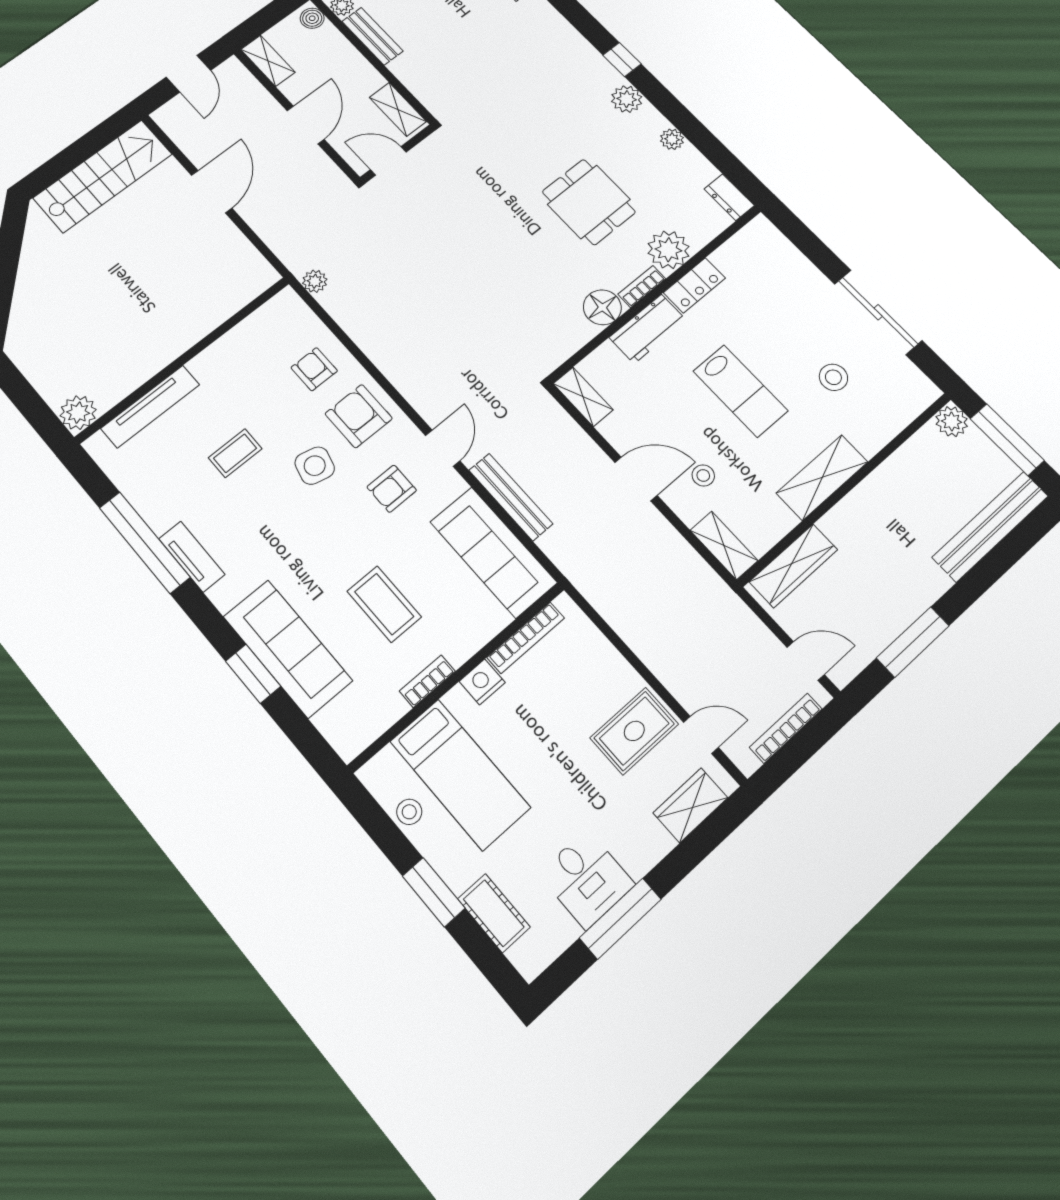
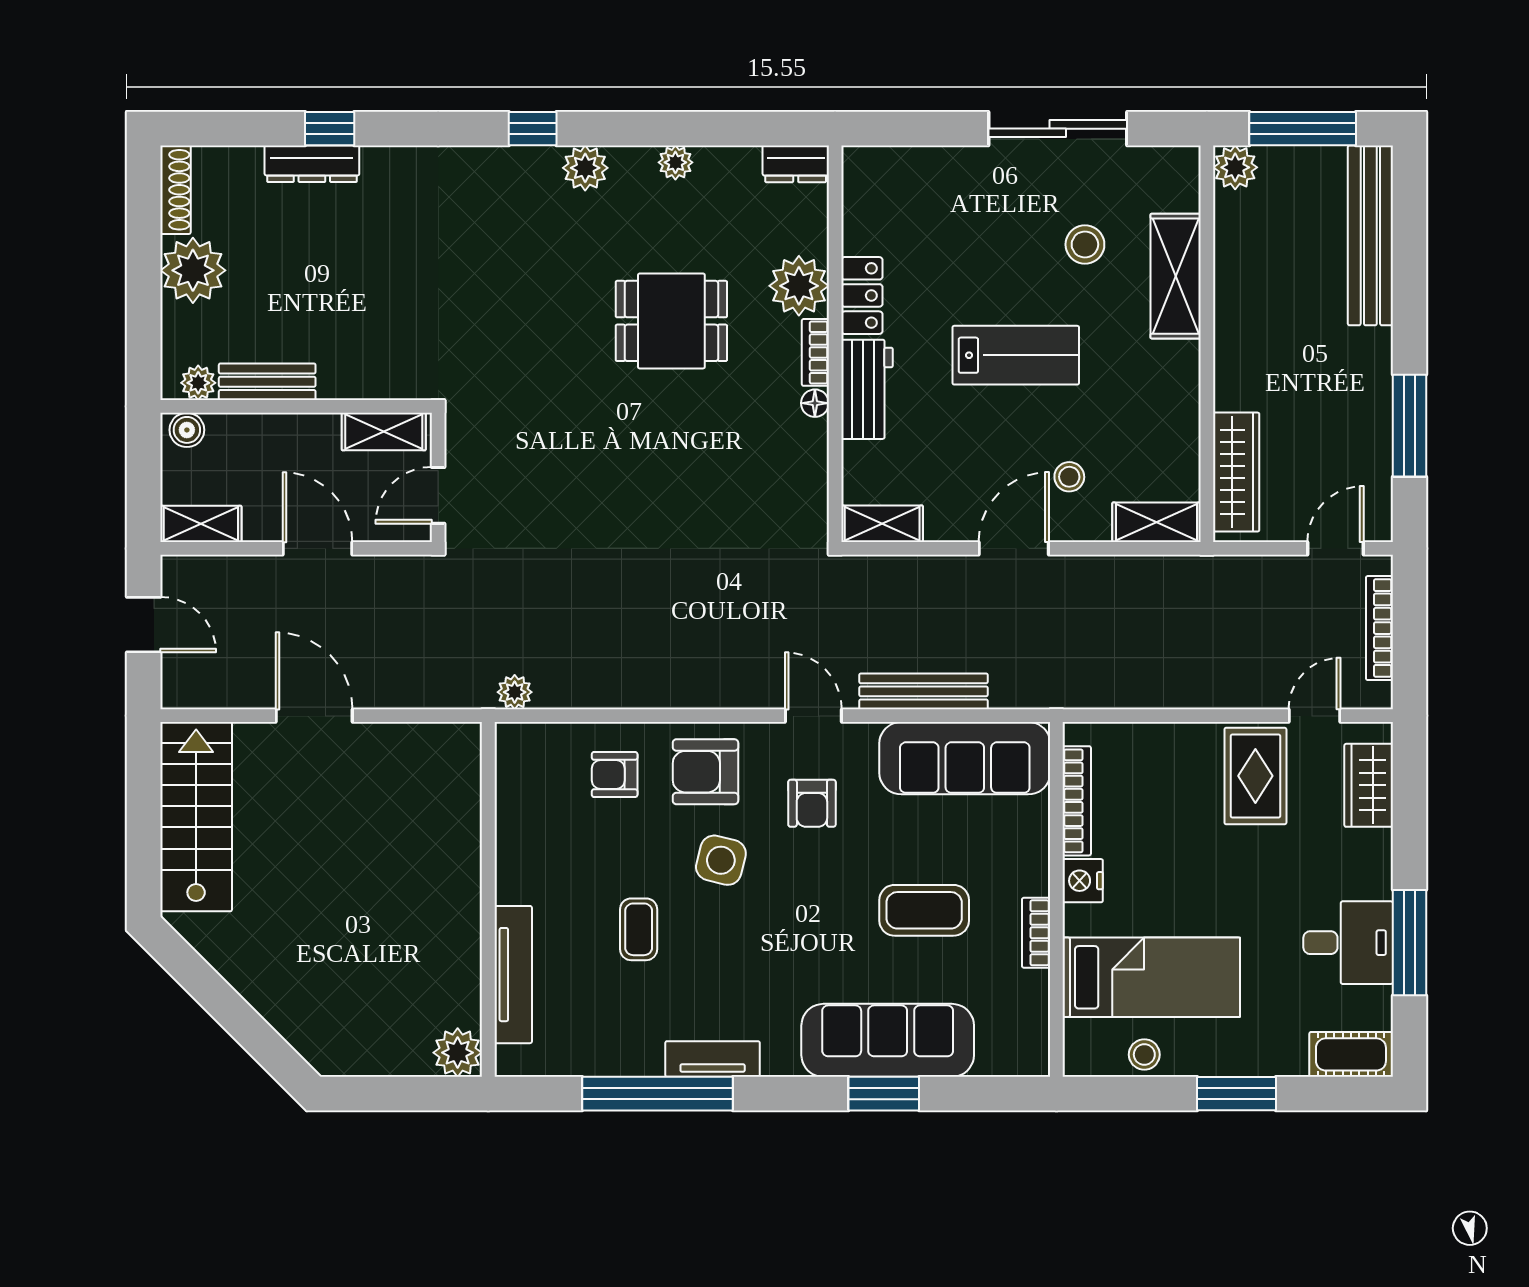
floor lamp: (602, 307) -> (815, 403), width x0.53, depth x0.53
shelving: (822, 477) -> (1176, 276), moved
cot: (494, 913) -> (1351, 1054), moved

